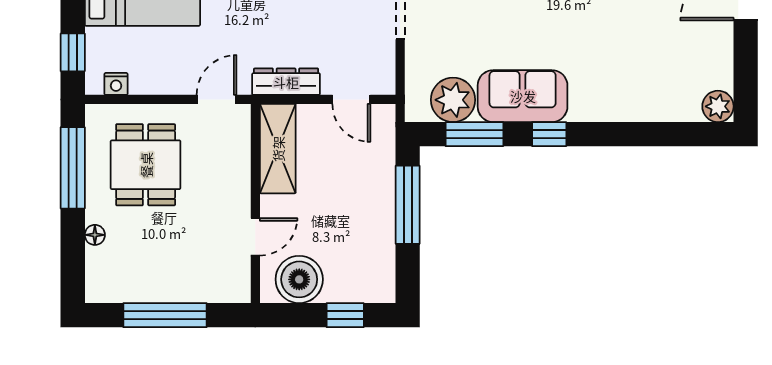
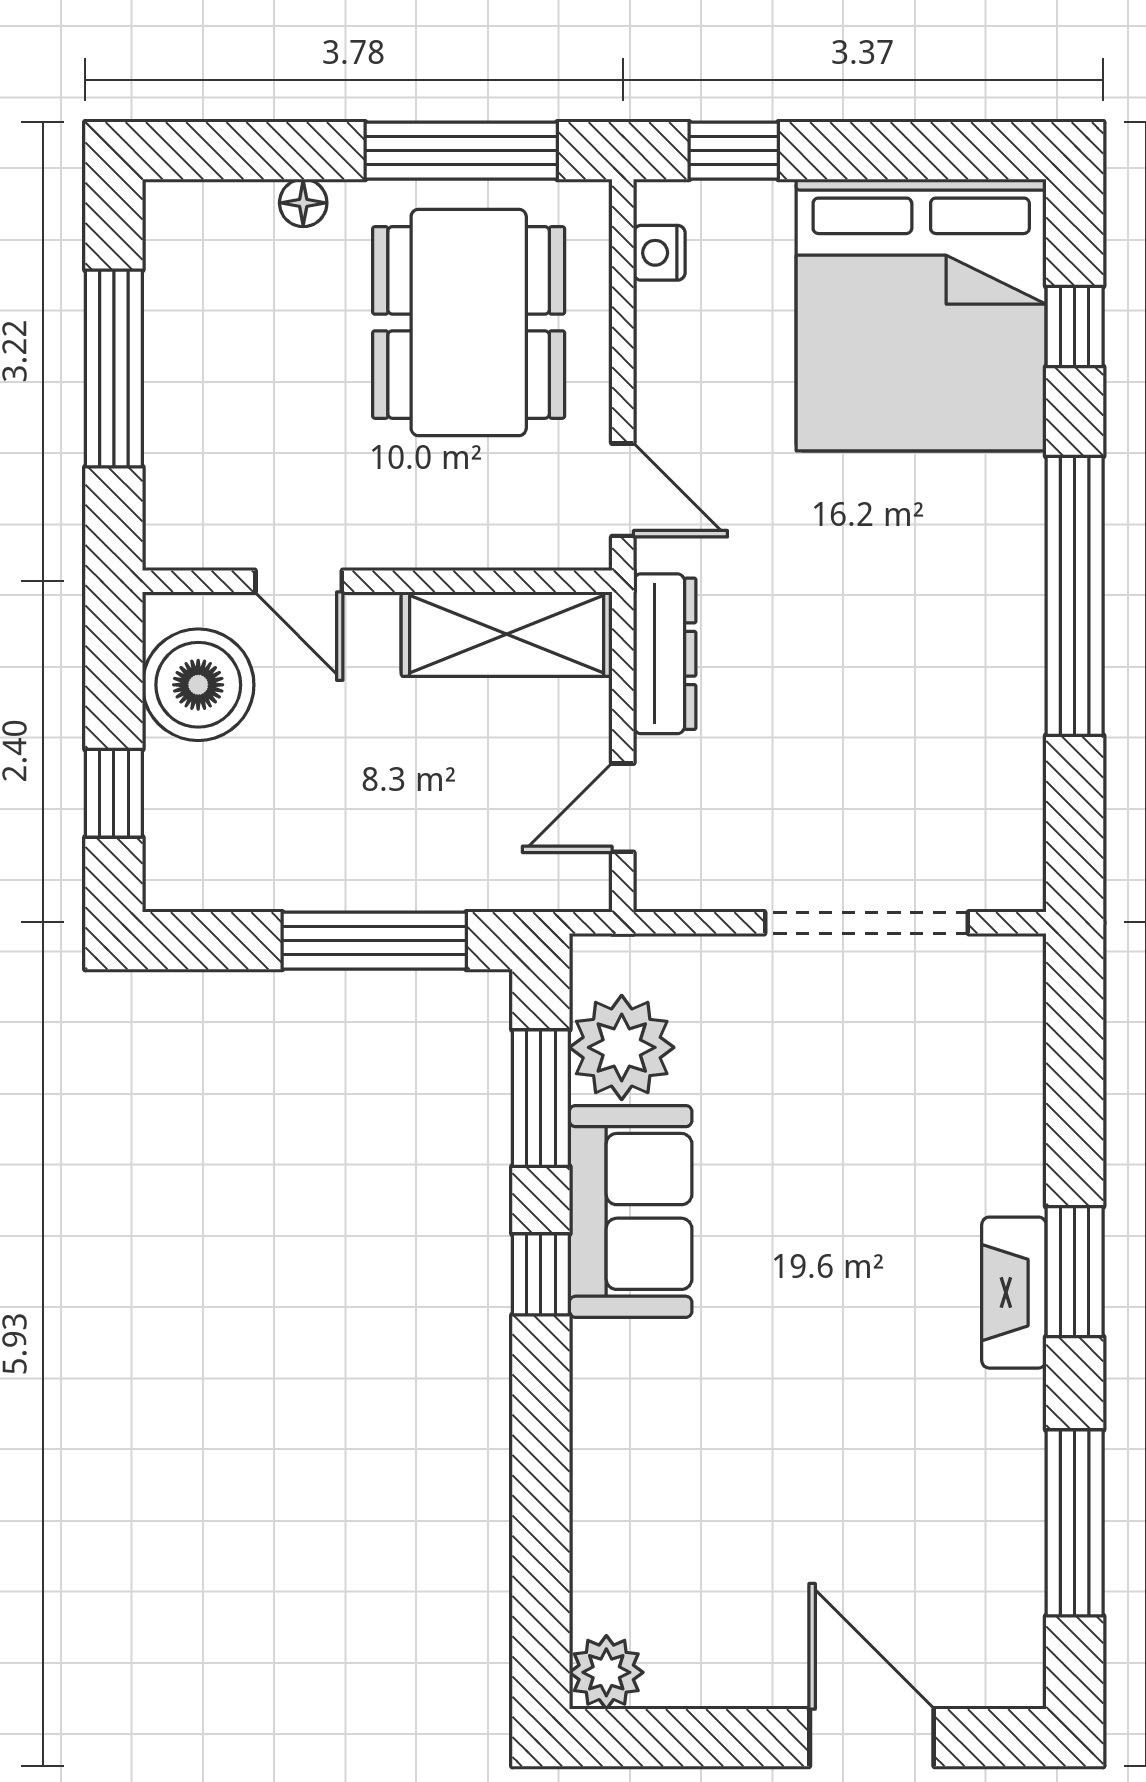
dining table: (146, 165) -> (469, 322), width x1.38

